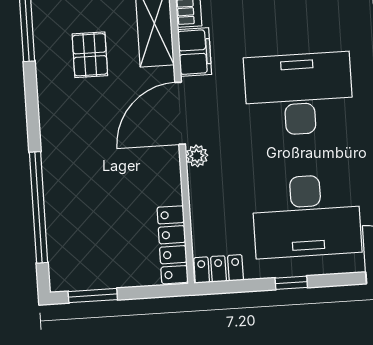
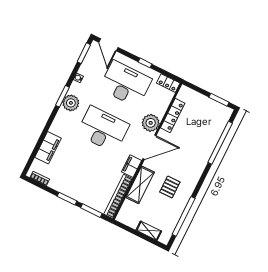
desk: (299, 94) -> (103, 129), turned 180
plant: (197, 156) -> (151, 123), width x1.87, depth x1.87
locker: (173, 245) -> (173, 116), moved

